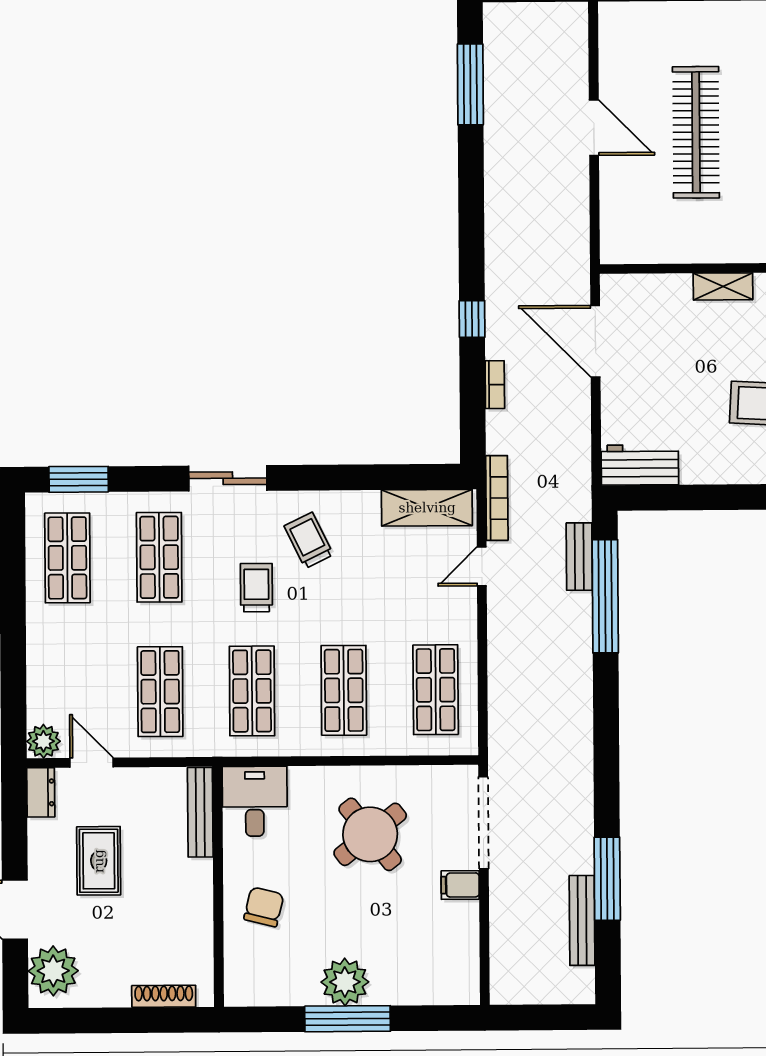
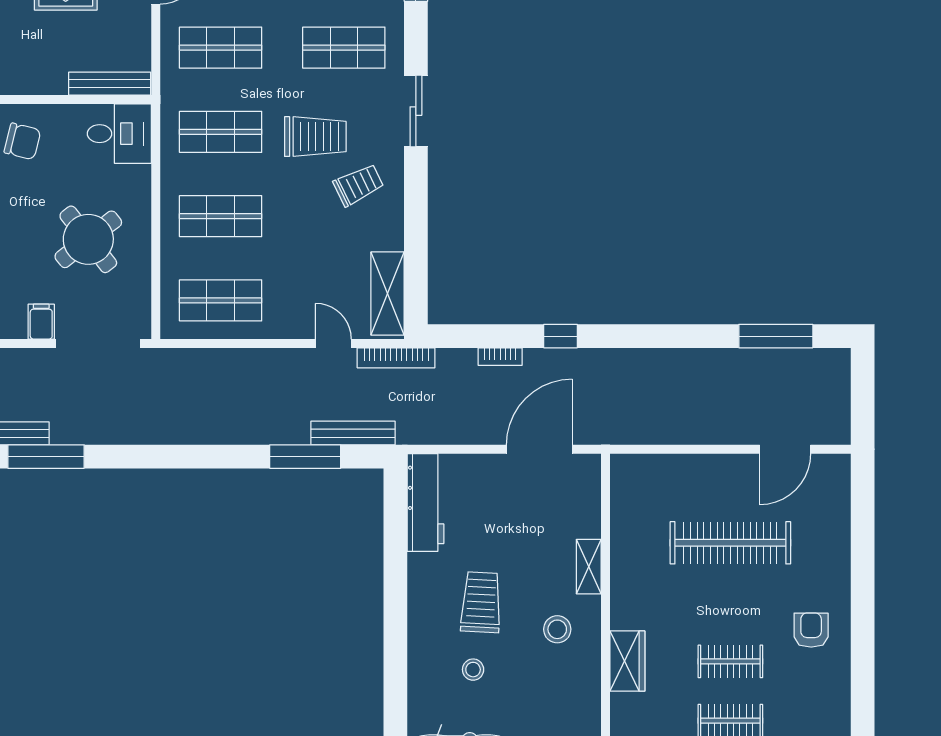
door: (594, 128) -> (785, 449), moved
workbench: (640, 465) -> (425, 502), width x1.37
bench: (579, 557) -> (353, 433), width x1.36
trolley: (256, 588) -> (315, 137), width x1.36, depth x1.39
window: (605, 596) -> (305, 457), width x0.68

